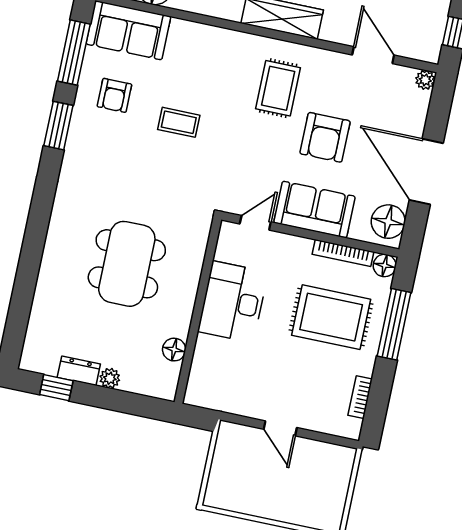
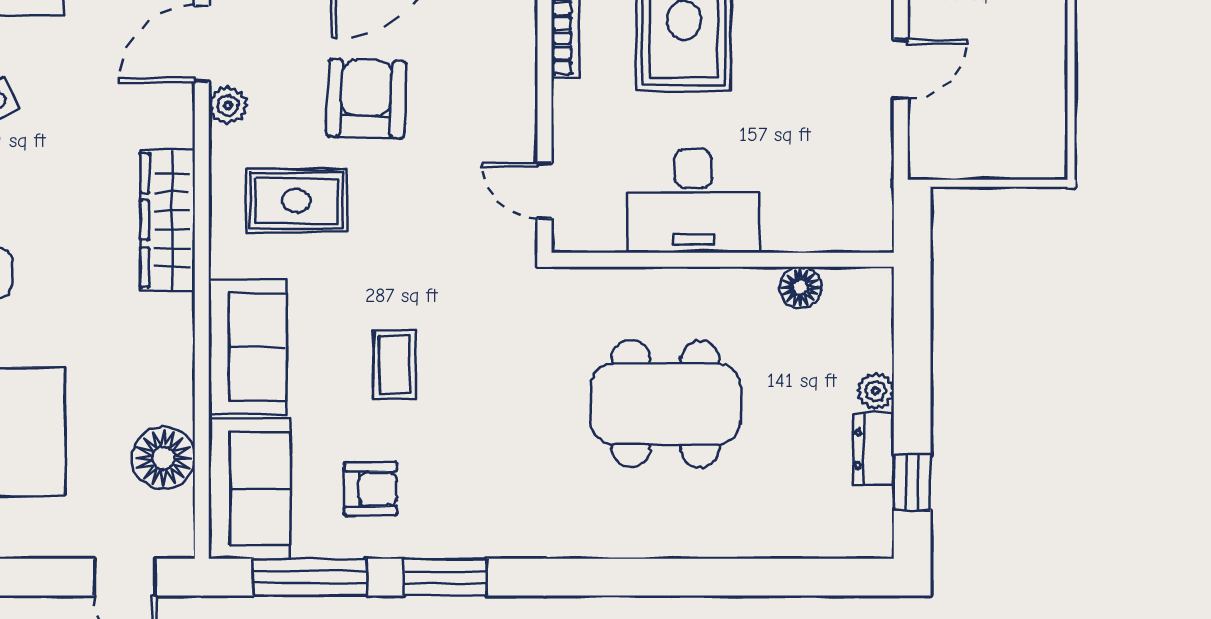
plant: (337, 62) -> (228, 105), added
armchair: (325, 137) -> (366, 99), turned -88
sofa: (314, 209) -> (248, 347), moved, turned 180

